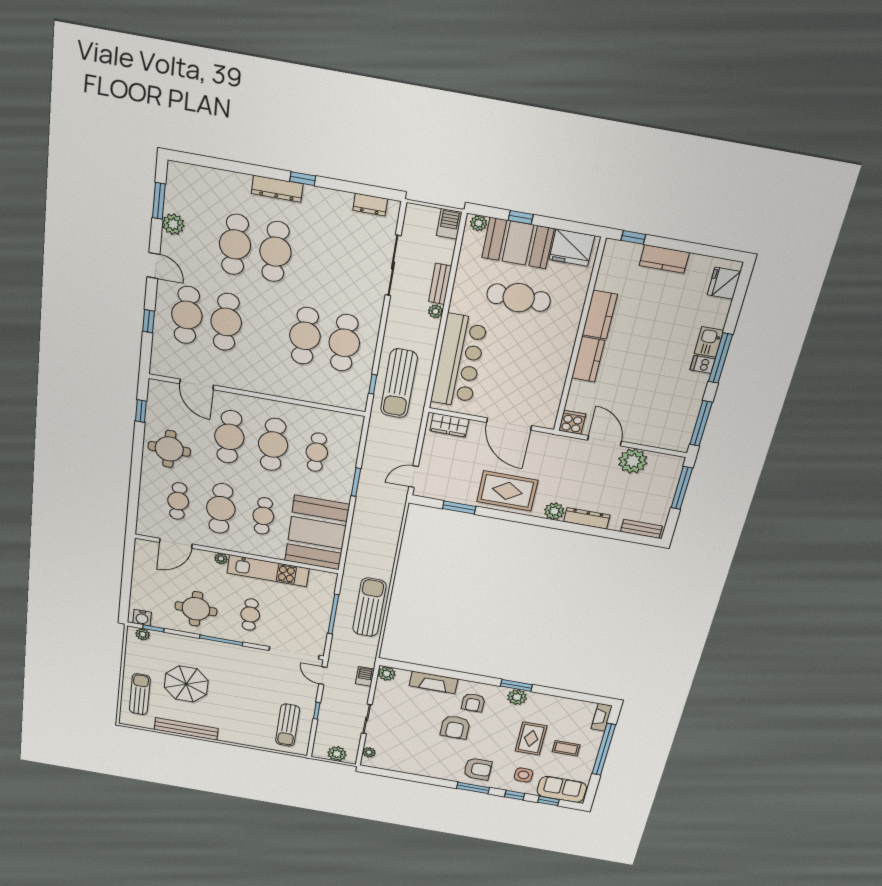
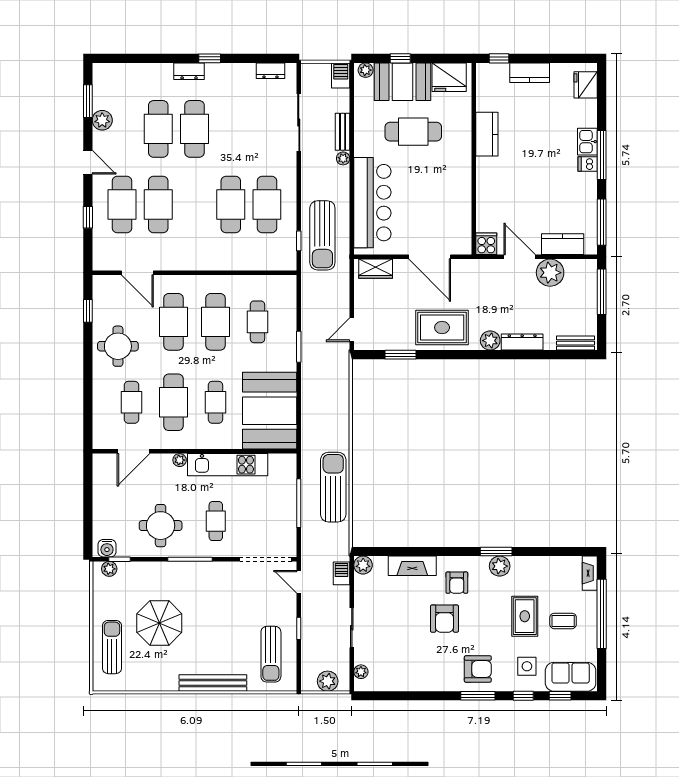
dresser: (277, 189) -> (189, 71), width x0.70
kitchen counter: (588, 359) -> (563, 244), moved, turned -90
bench: (186, 729) -> (213, 683), moved

